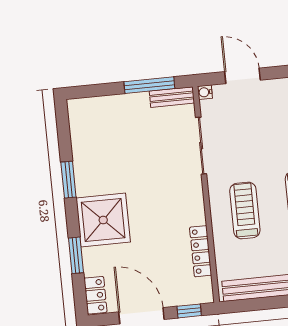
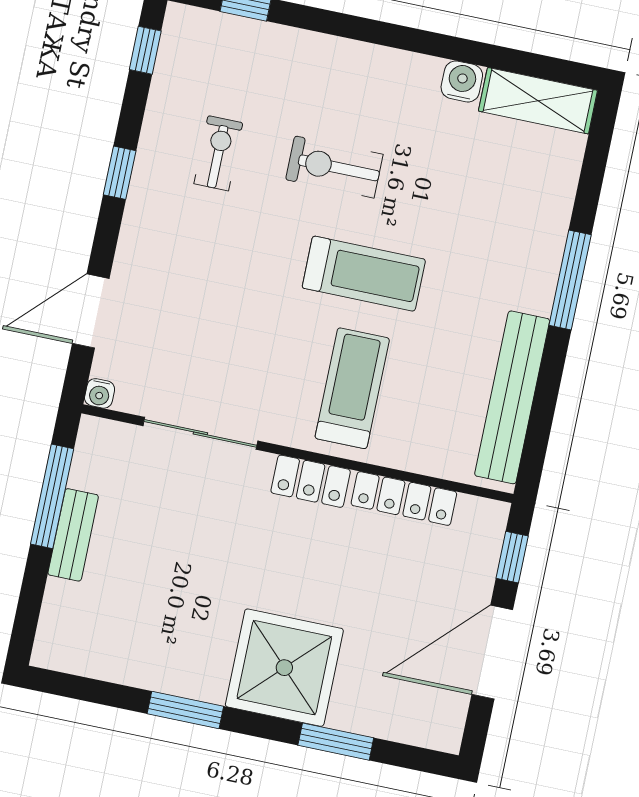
bench: (172, 97) -> (73, 535), moved
treadmill: (245, 210) -> (352, 388), turned 90
locker: (96, 295) -> (311, 481), moved, turned 180

